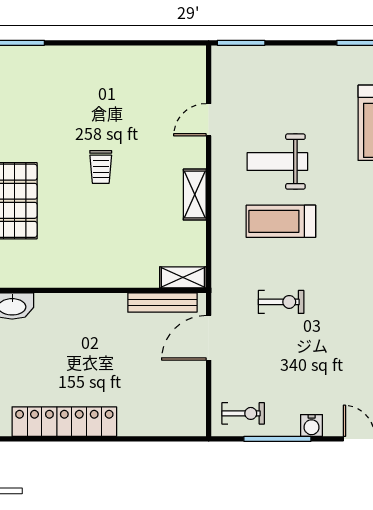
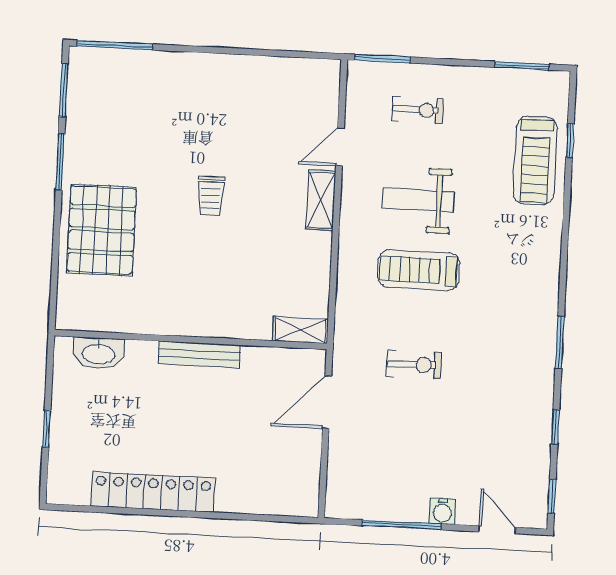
shelving: (195, 195) -> (321, 200), moved
bench: (162, 303) -> (199, 354), moved
exercise bike: (243, 413) -> (418, 110), moved

